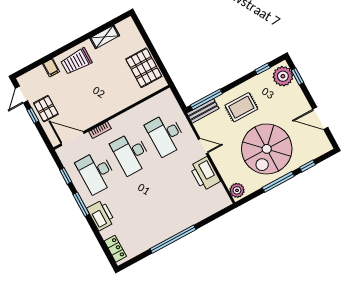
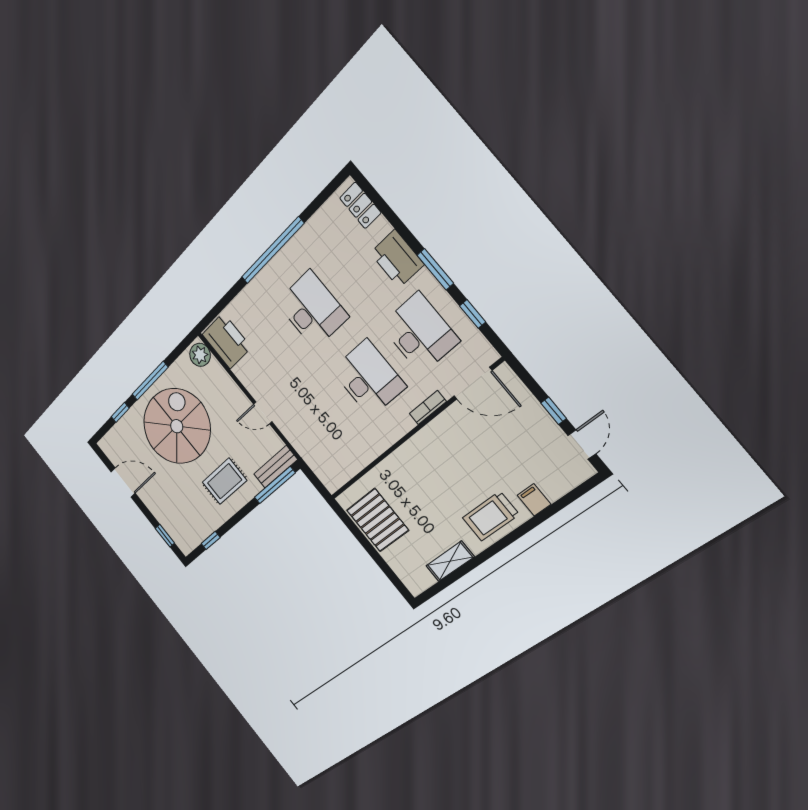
trolley: (76, 61) -> (491, 516), turned 180
plant: (283, 76) -> (183, 534), removed
pallet: (46, 109) -> (531, 427), removed
desk: (166, 135) -> (312, 310), moved
printer: (205, 174) -> (227, 341), moved

